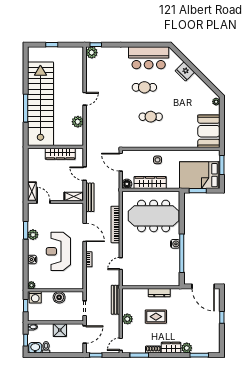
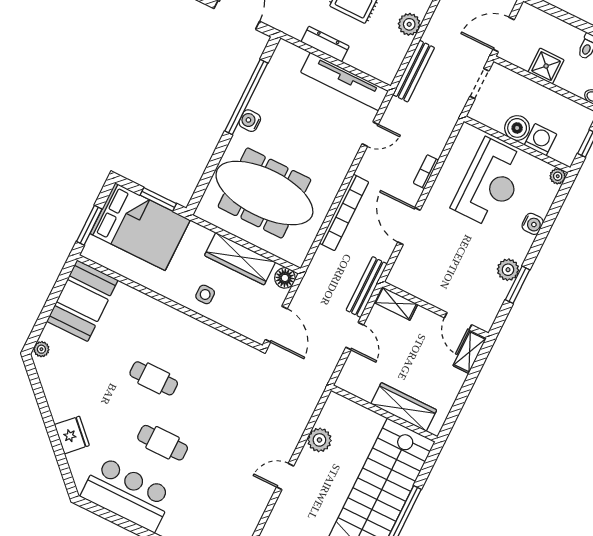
cafe table: (151, 117) -> (154, 378), moved
wardrobe: (60, 154) -> (404, 407), moved
reception desk: (58, 251) -> (490, 183), moved
tv unit: (143, 281) -> (345, 82), added
washing machine: (35, 297) -> (541, 140), moved

